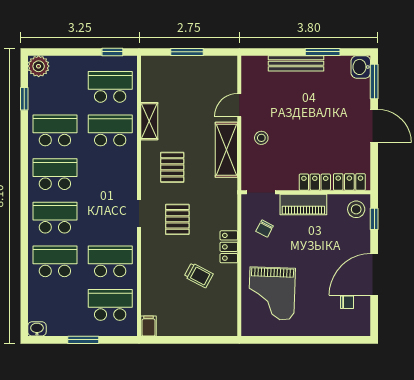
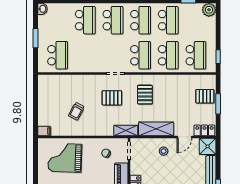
shower: (254, 68) -> (208, 146), added
pallet: (175, 73) -> (205, 96), added
door: (239, 105) -> (184, 137), swing flipped
shelving: (149, 121) -> (126, 131), moved
pallet: (172, 167) -> (145, 95), turned 90
locker: (229, 247) -> (204, 130), moved
school desk: (110, 261) -> (141, 55), moved
filing cabinet: (148, 326) -> (44, 131), moved

